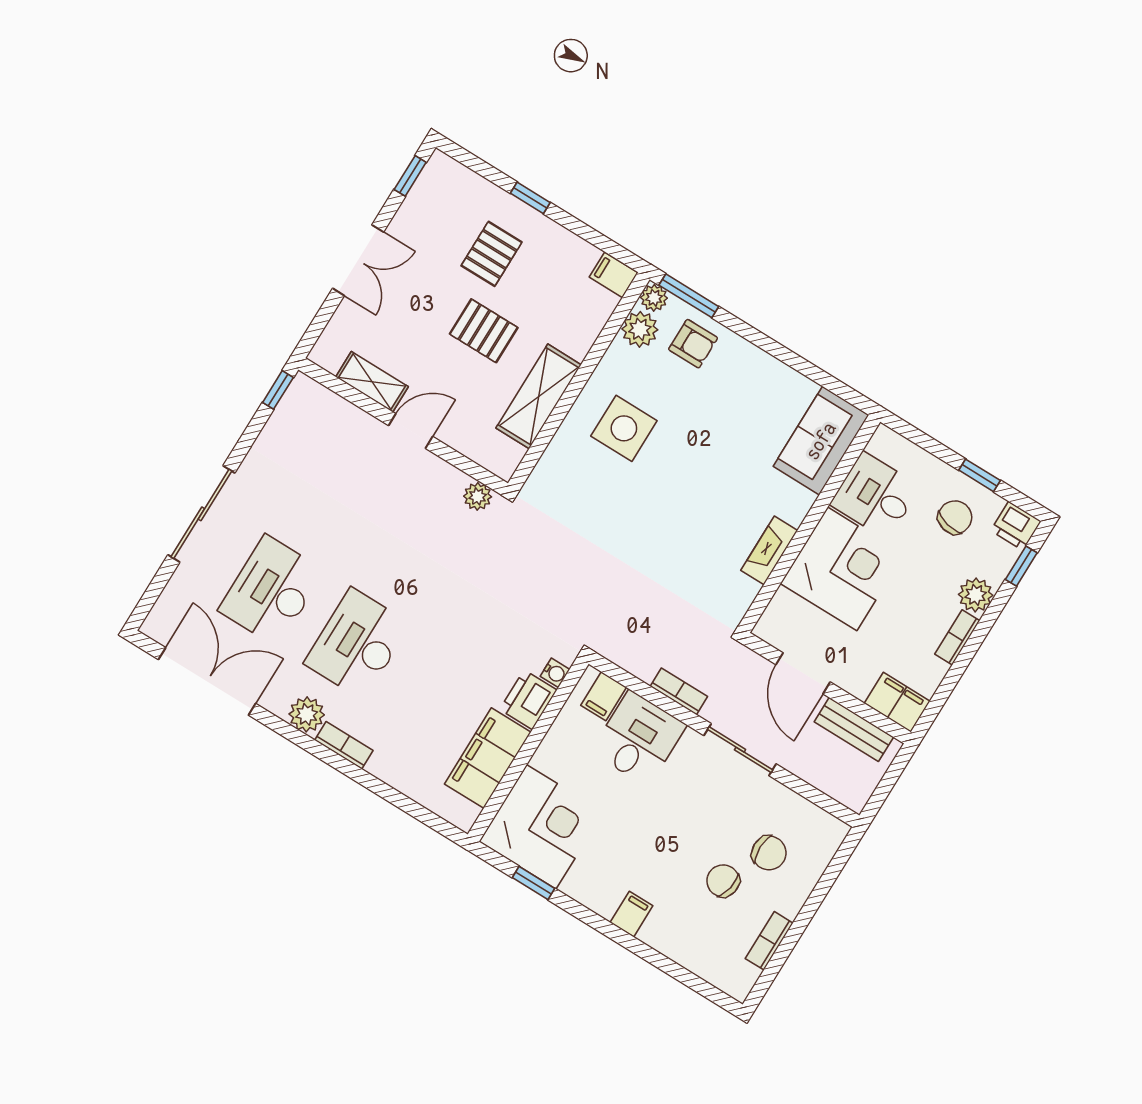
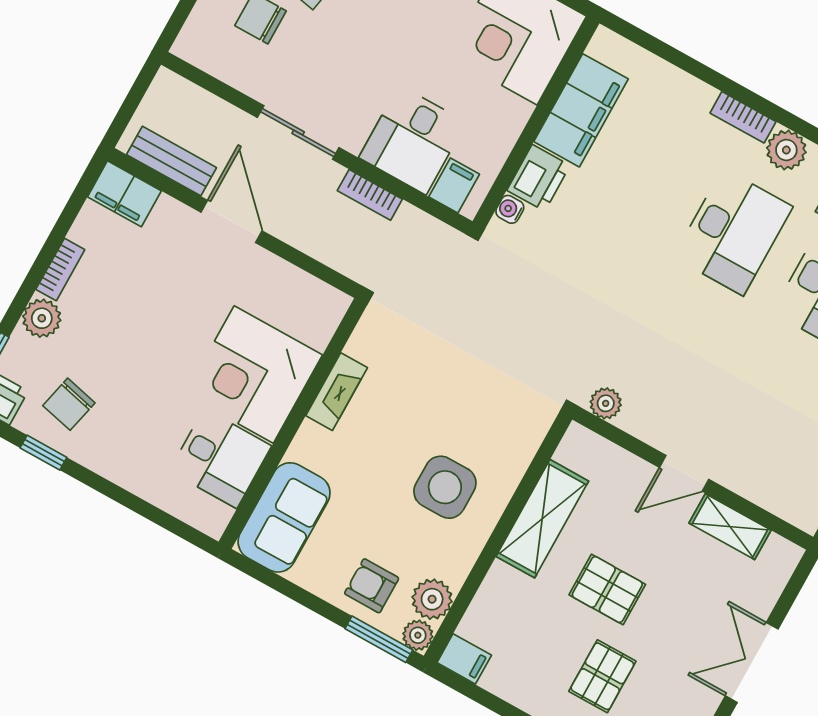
sofa: (821, 441) -> (284, 517), moved
desk: (875, 496) -> (220, 458), moved
wall: (809, 524) -> (293, 423), moved
fireplace: (769, 550) -> (337, 392), moved
corner desk: (842, 569) -> (254, 375), moved

